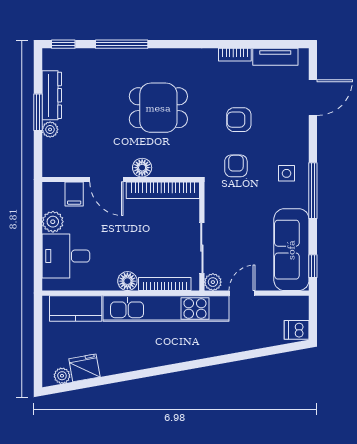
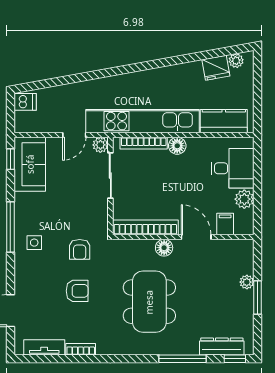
dresser: (52, 95) -> (222, 346), moved, turned 90
dining table: (158, 108) -> (149, 302), width x1.38
sofa: (291, 250) -> (30, 164), width x0.73

